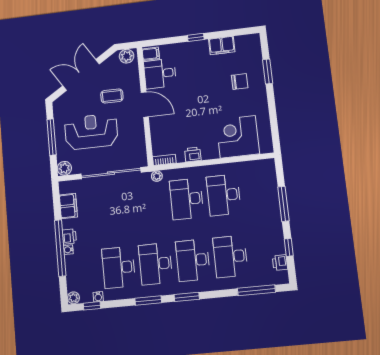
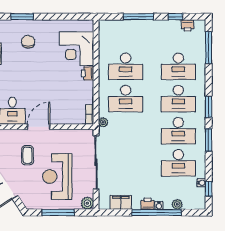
printer: (193, 154) -> (88, 73), moved
plant: (73, 298) -> (177, 204), moved

